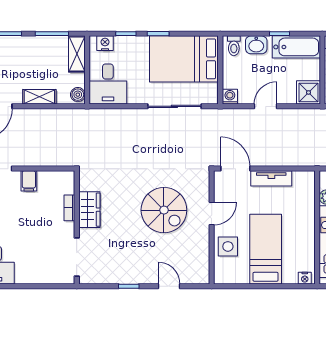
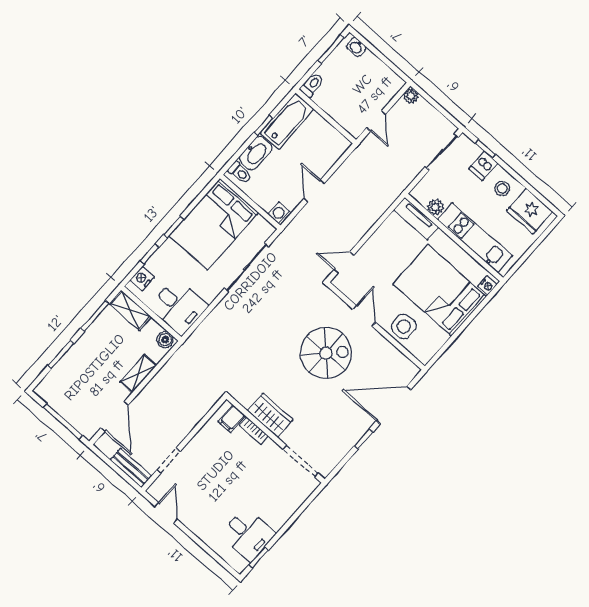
washbasin: (256, 45) -> (256, 153), width x1.38
shower: (308, 92) -> (334, 145), removed
door: (235, 169) -> (344, 262), width x0.73
tv unit: (271, 178) -> (416, 219), moved, turned 90
filing cabinet: (29, 181) -> (232, 419), moved, turned 90
bed: (266, 249) -> (440, 290), width x1.50
door: (169, 286) -> (393, 405), width x1.88

